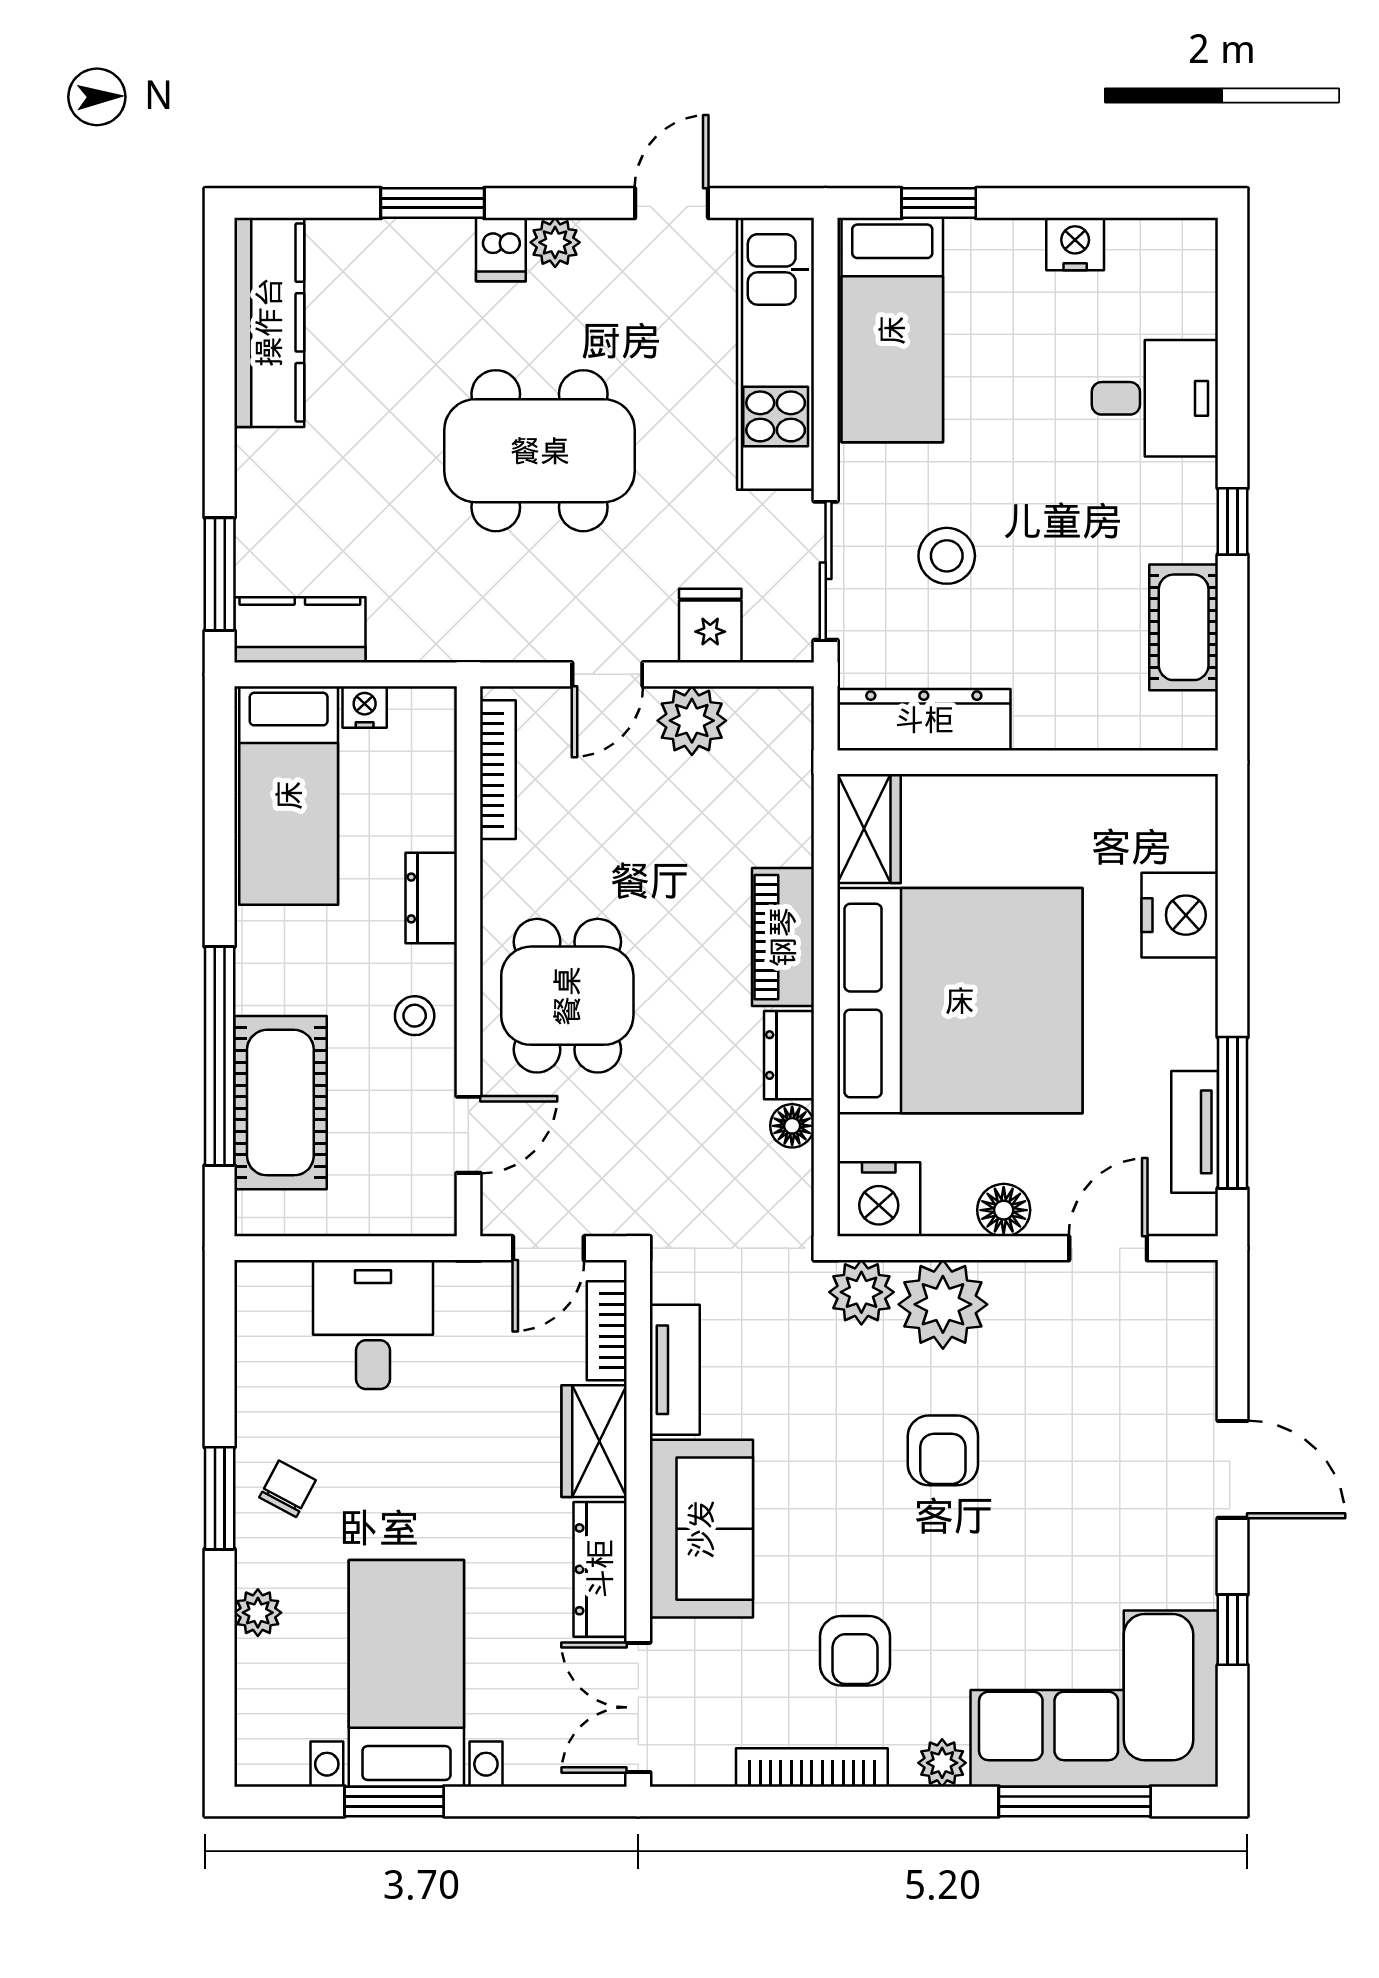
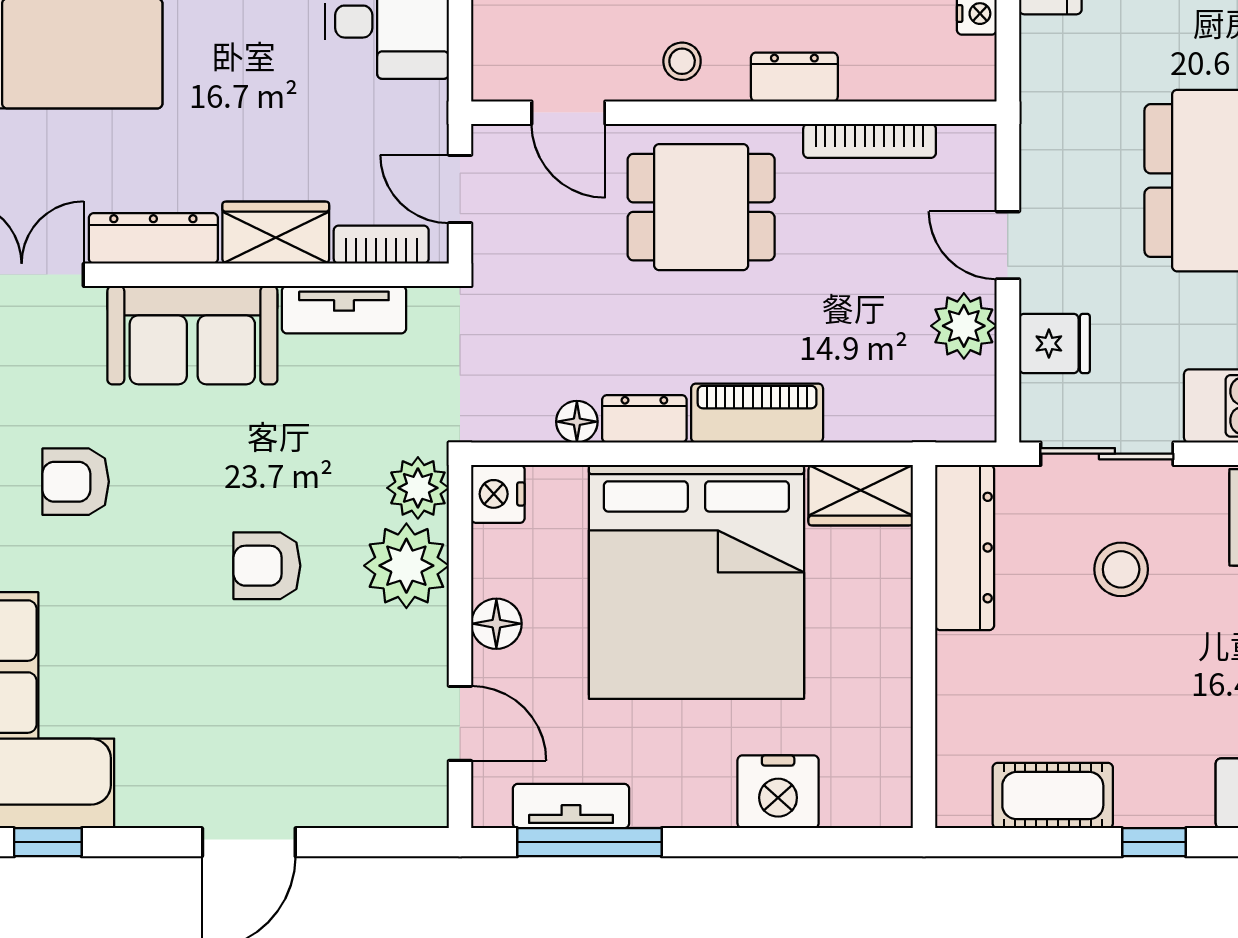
bookcase: (498, 770) -> (870, 141), moved
nightstand: (879, 1199) -> (498, 494), width x0.74, depth x0.75
window: (1233, 1630) -> (48, 842), moved

